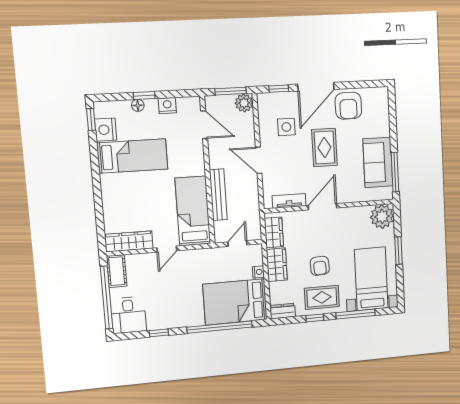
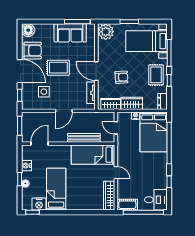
floor lamp: (379, 97) -> (28, 30), added
plant: (244, 103) -> (27, 118), removed
armchair: (320, 266) -> (121, 77), moved

